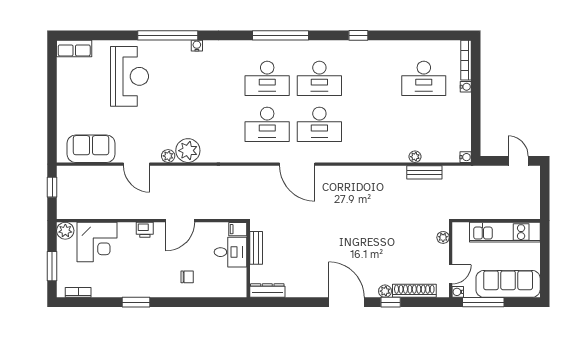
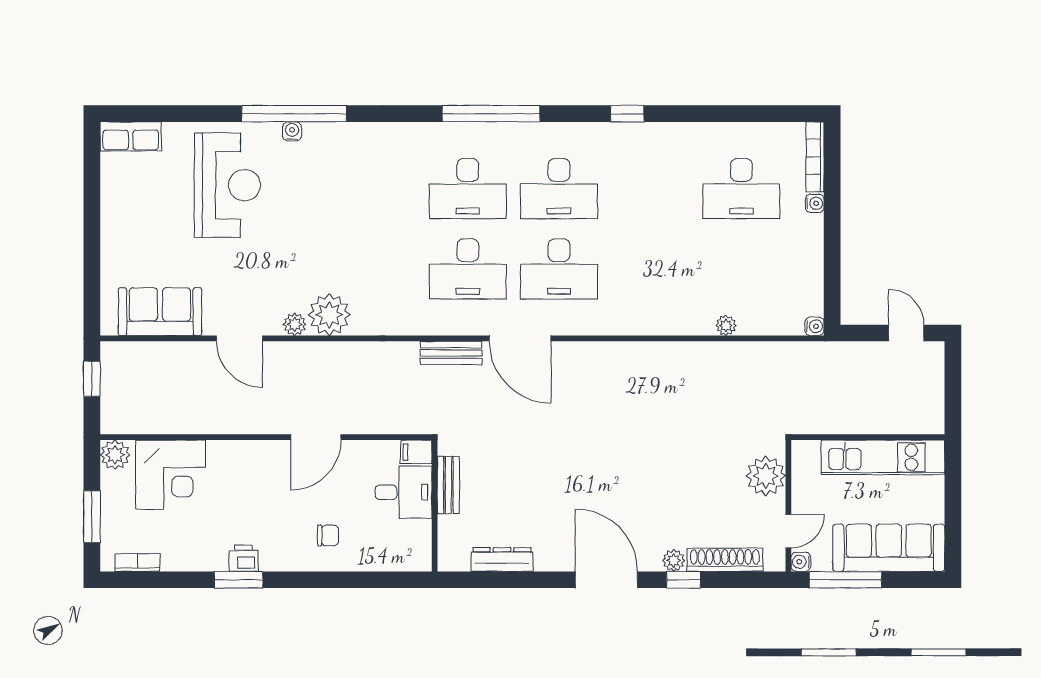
water cooler: (197, 46) -> (292, 131), moved
bench: (424, 172) -> (451, 353), moved
printer: (145, 230) -> (244, 558), moved, turned 180
plant: (443, 237) -> (766, 476), width x1.88, depth x1.88
dresser: (267, 291) -> (502, 560), moved

